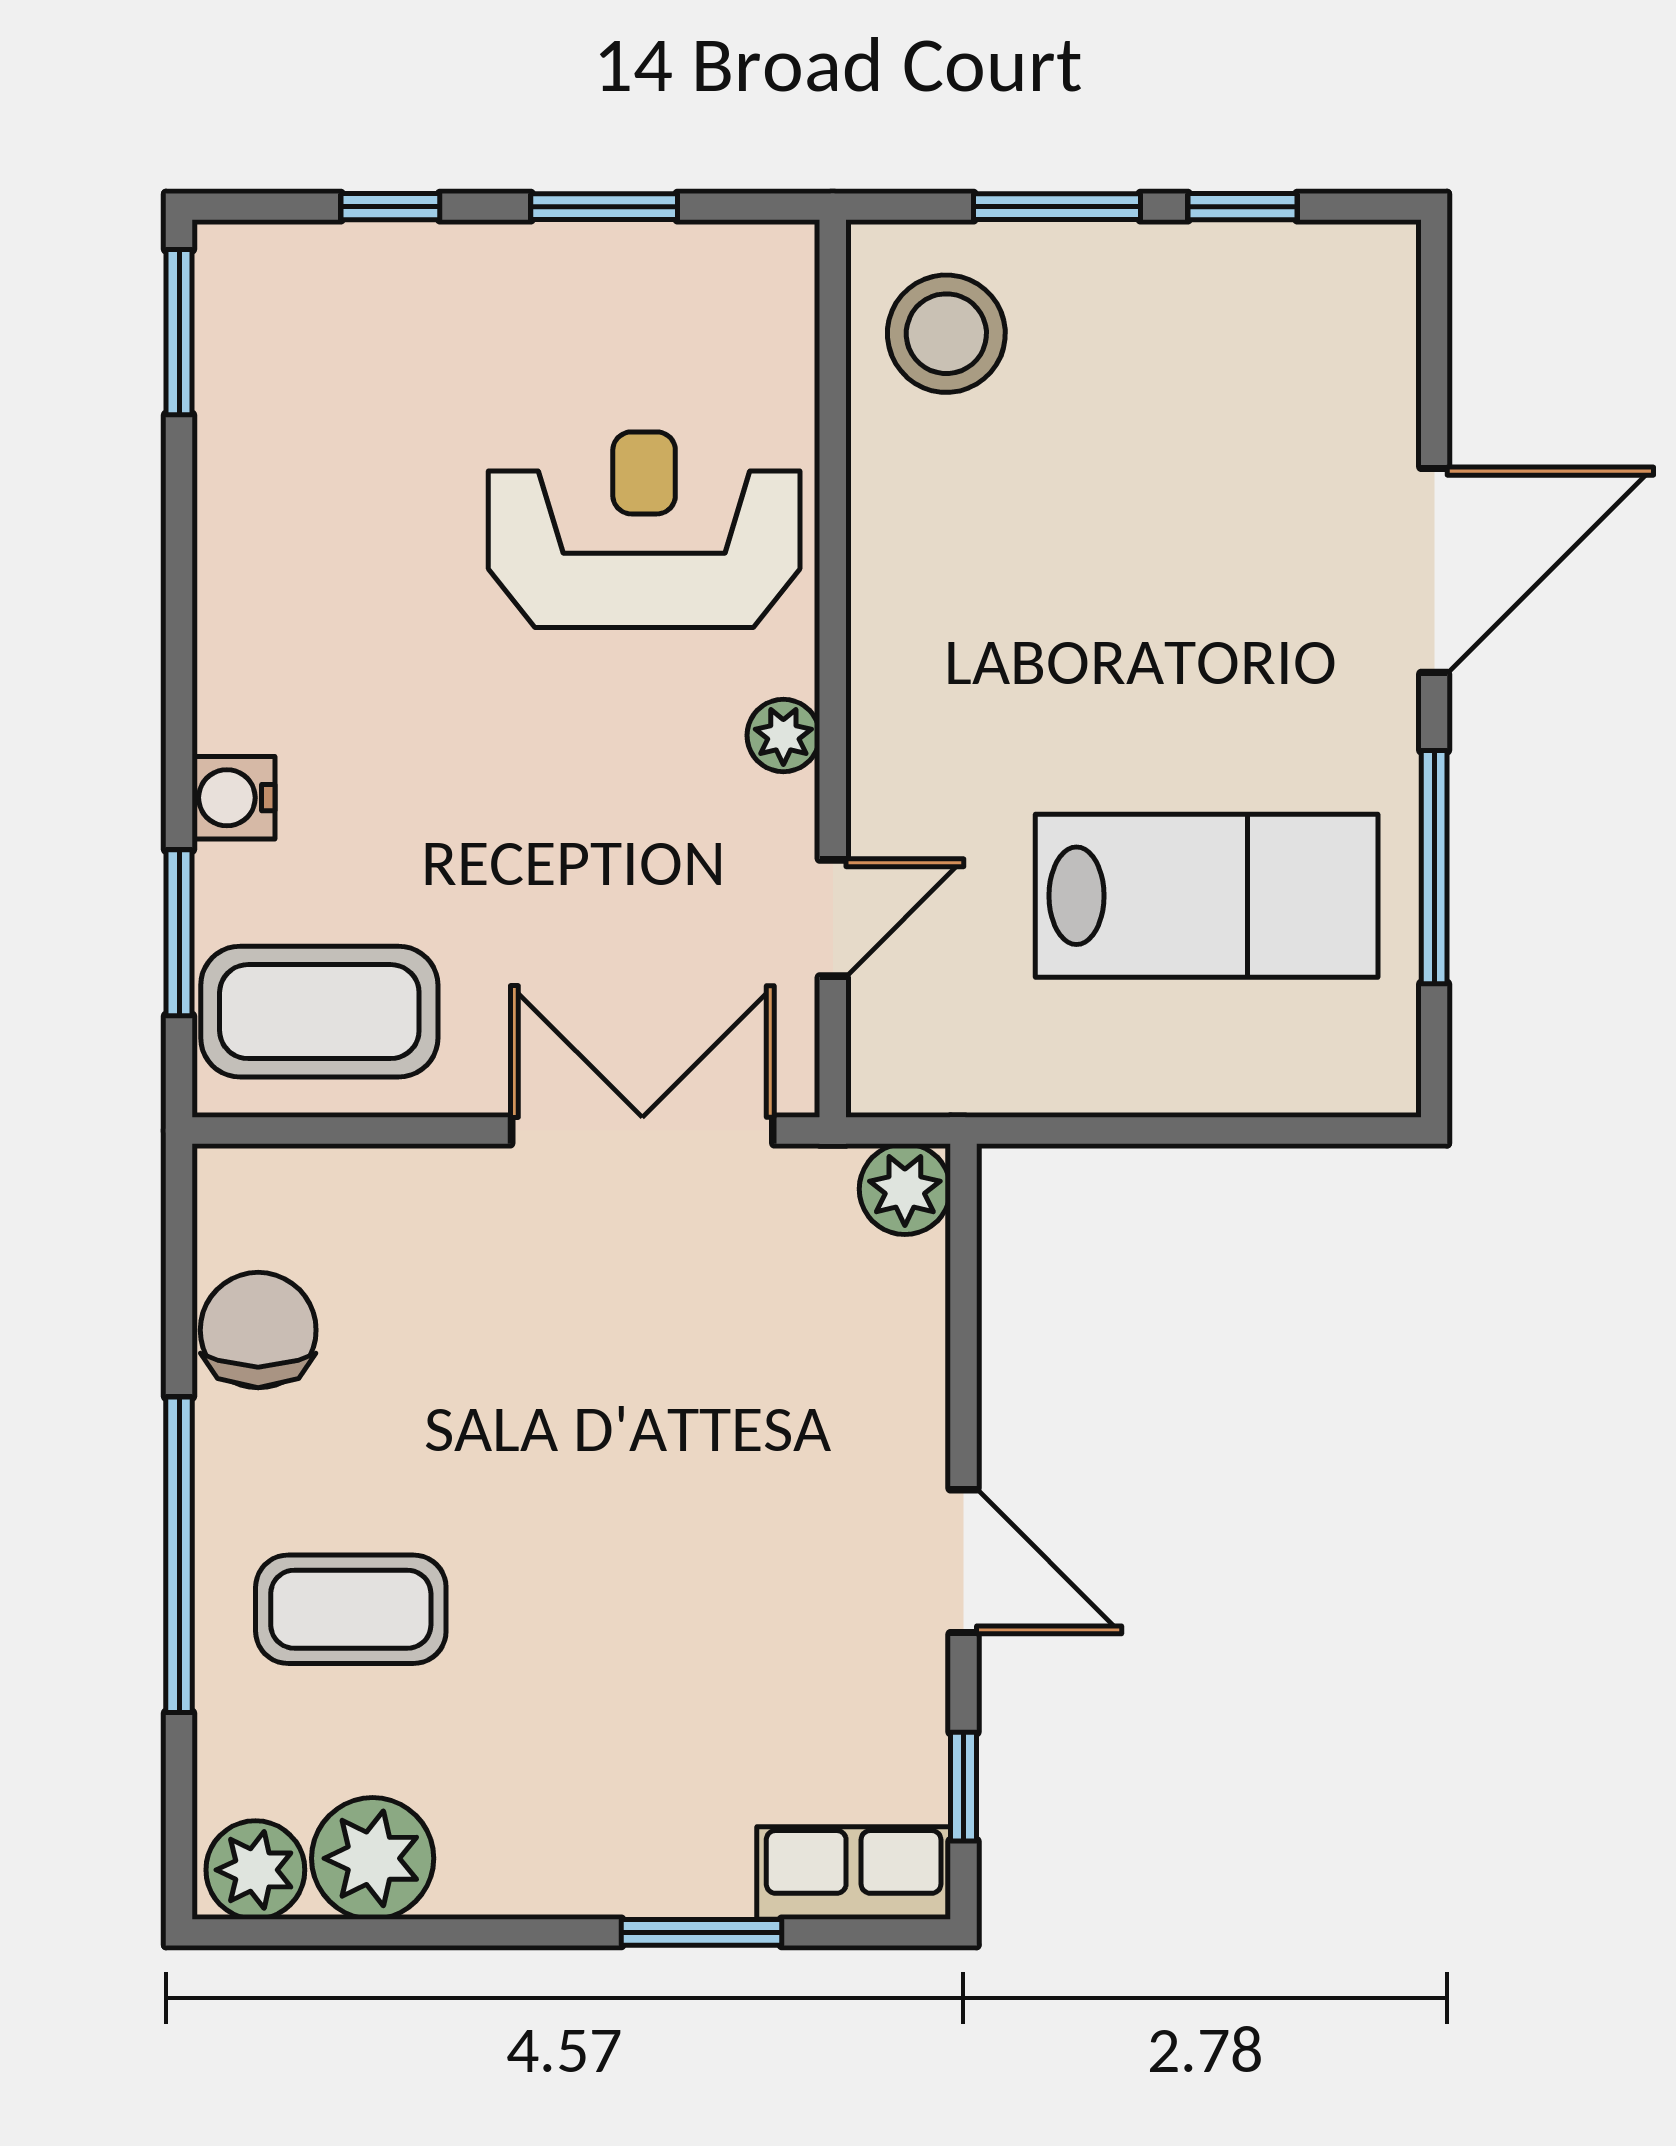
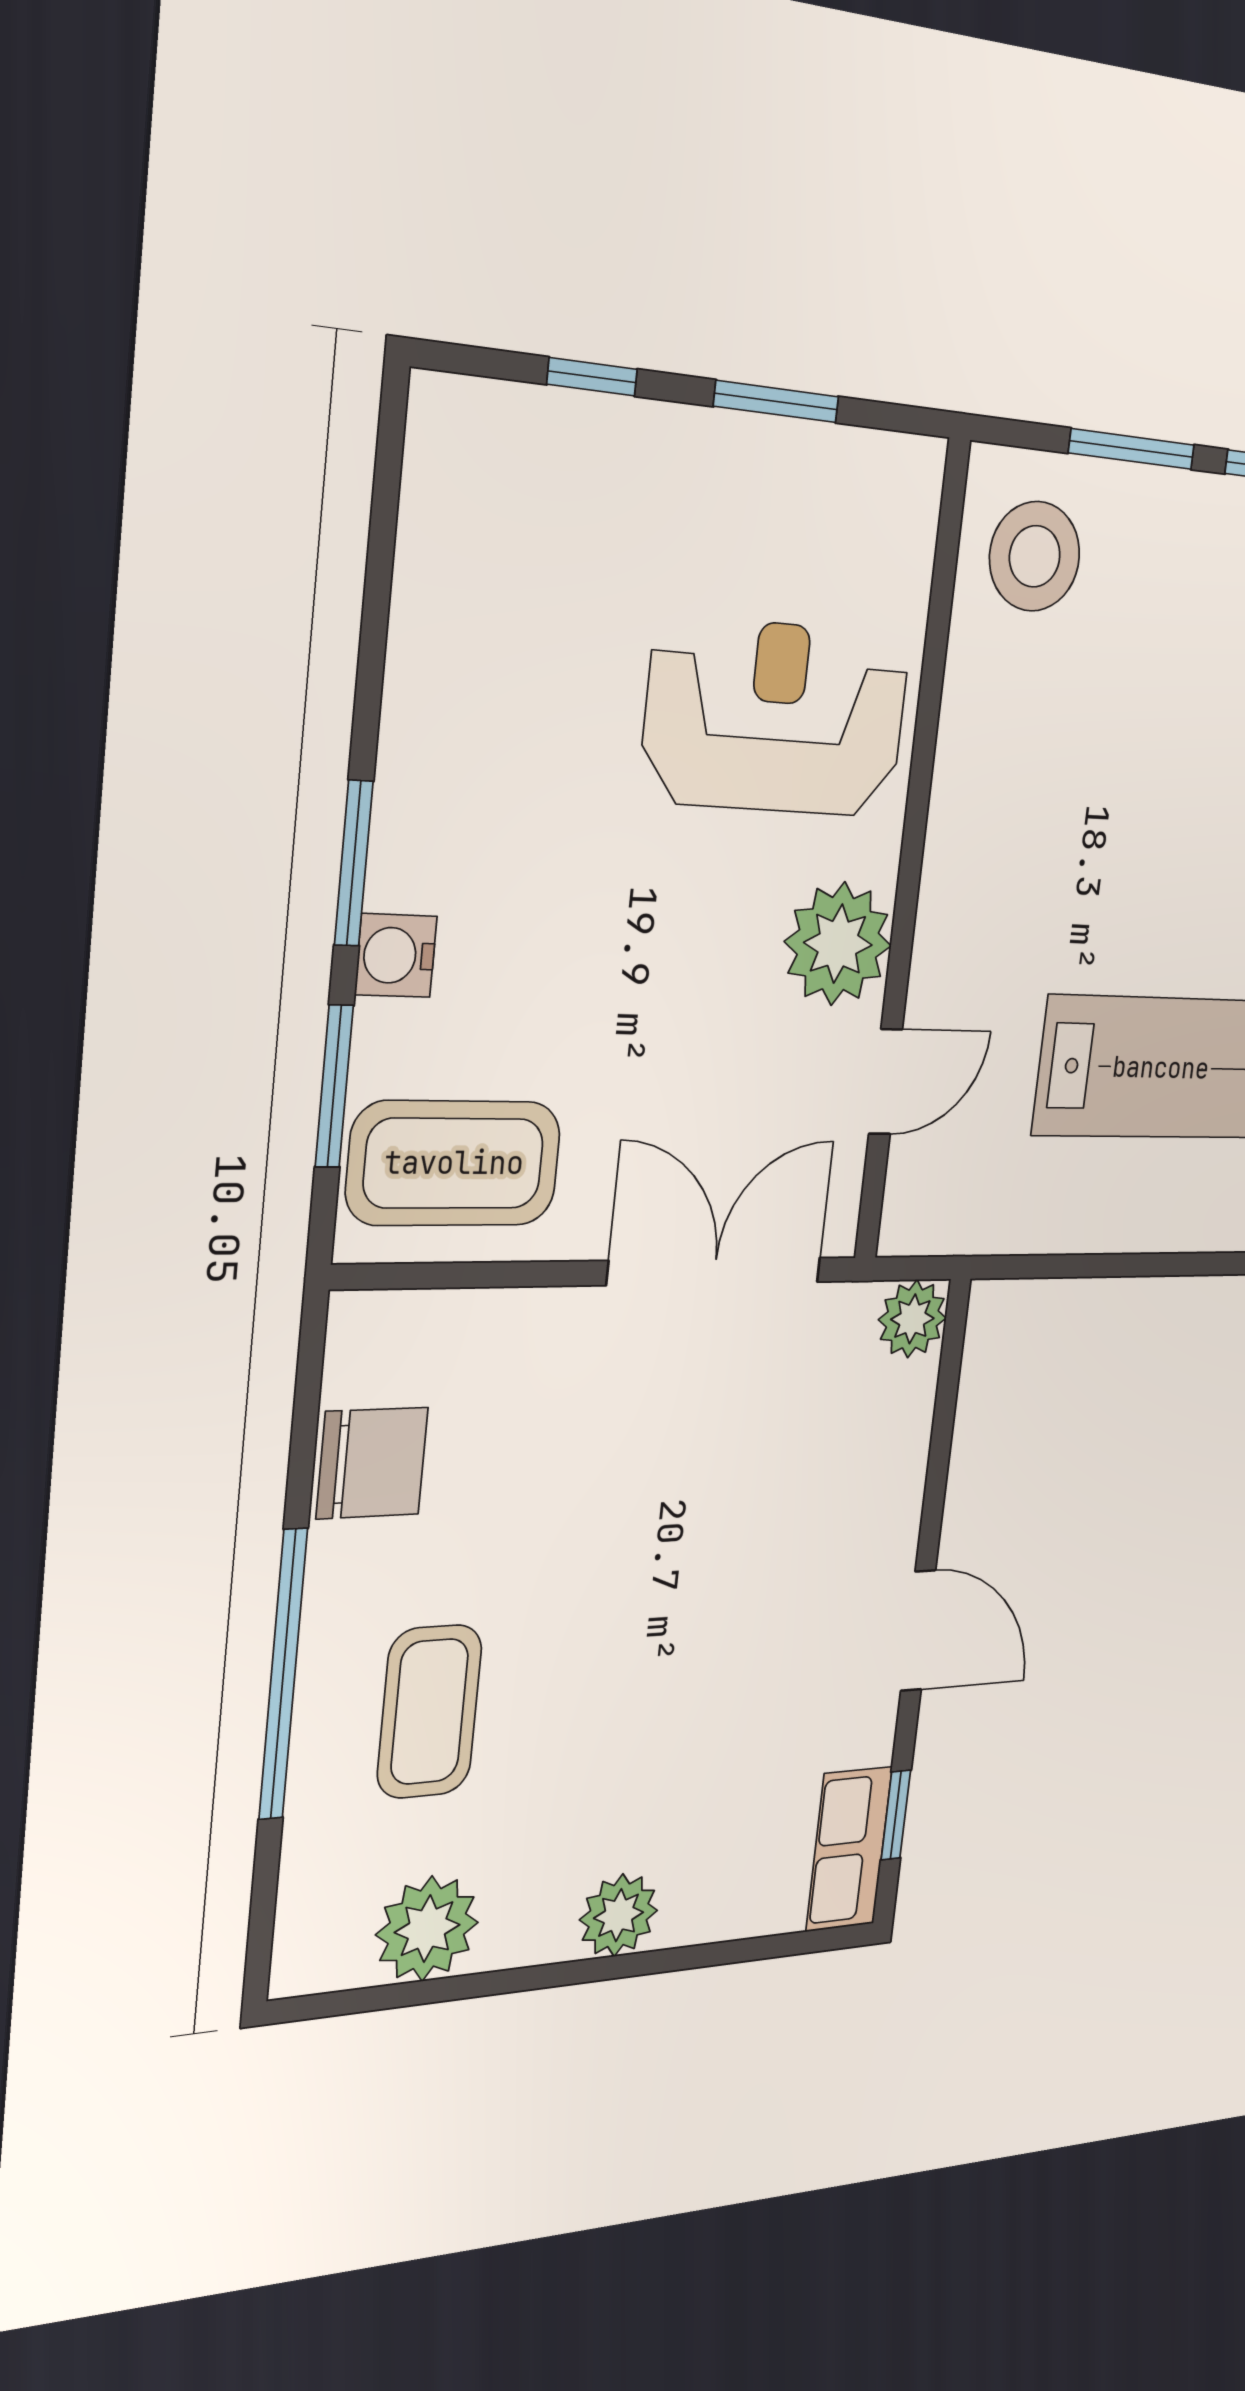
window: (179, 332) -> (354, 863), moved
plant: (783, 735) -> (838, 944), width x1.88, depth x1.88
chair: (258, 1330) -> (372, 1463), turned 90
coffee table: (351, 1609) -> (430, 1712), turned 90
plant: (255, 1870) -> (619, 1915), moved
row of seats: (854, 1873) -> (849, 1849), moved, turned -90
window: (701, 1932) -> (686, 1958), removed

